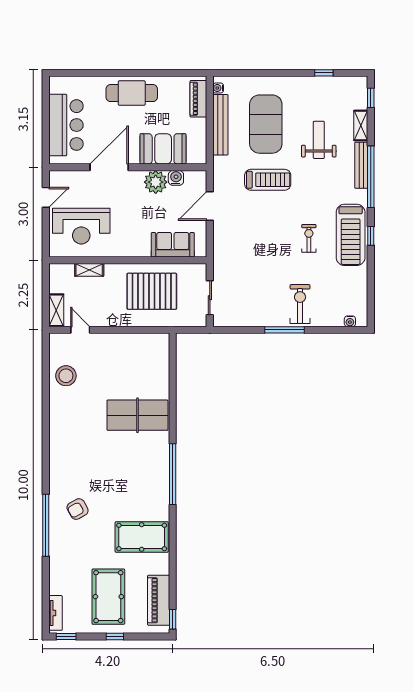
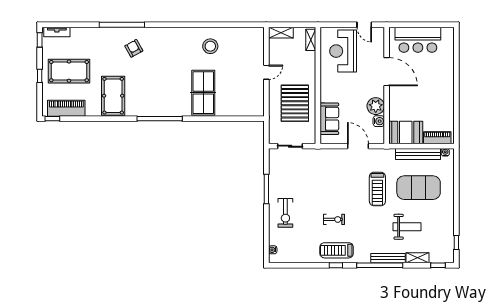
window: (324, 73) -> (456, 242), moved
cafe table: (132, 93) -> (442, 88), removed
booth: (163, 149) -> (406, 133), moved, turned 90
treadmill: (351, 235) -> (337, 250), width x0.73, depth x0.73
shelving: (89, 270) -> (311, 40), moved
exercise bike: (300, 304) -> (285, 213), turned 90
door: (80, 330) -> (266, 72), moved
window: (284, 330) -> (266, 189), moved
stool: (66, 376) -> (210, 46), moved

